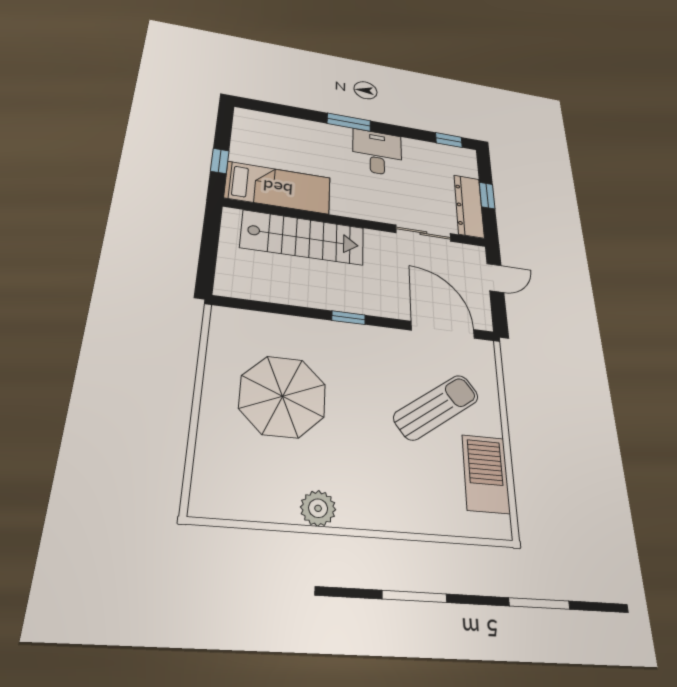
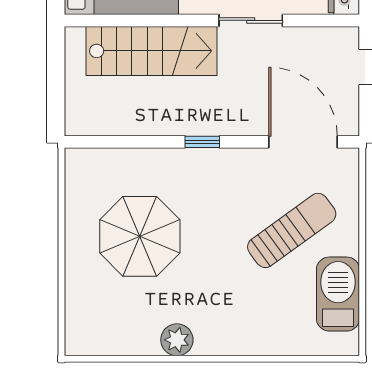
sliding door: (423, 233) -> (251, 20), moved

